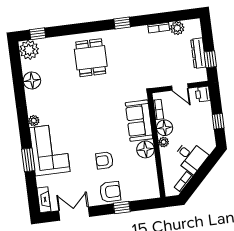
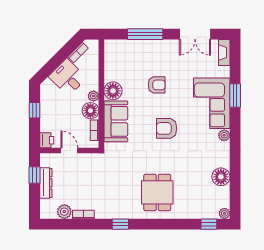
plant: (29, 50) -> (224, 213), width x0.53, depth x0.53
armchair: (110, 192) -> (167, 128), moved
window: (122, 208) -> (145, 34), width x2.17

